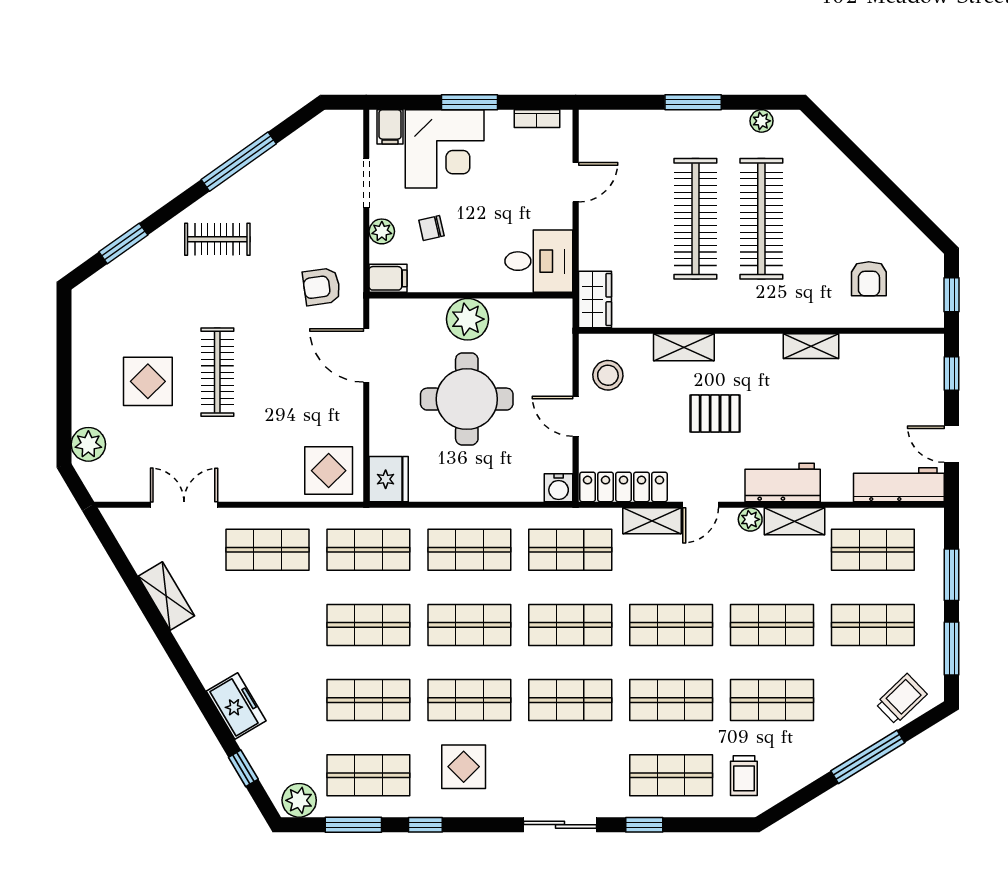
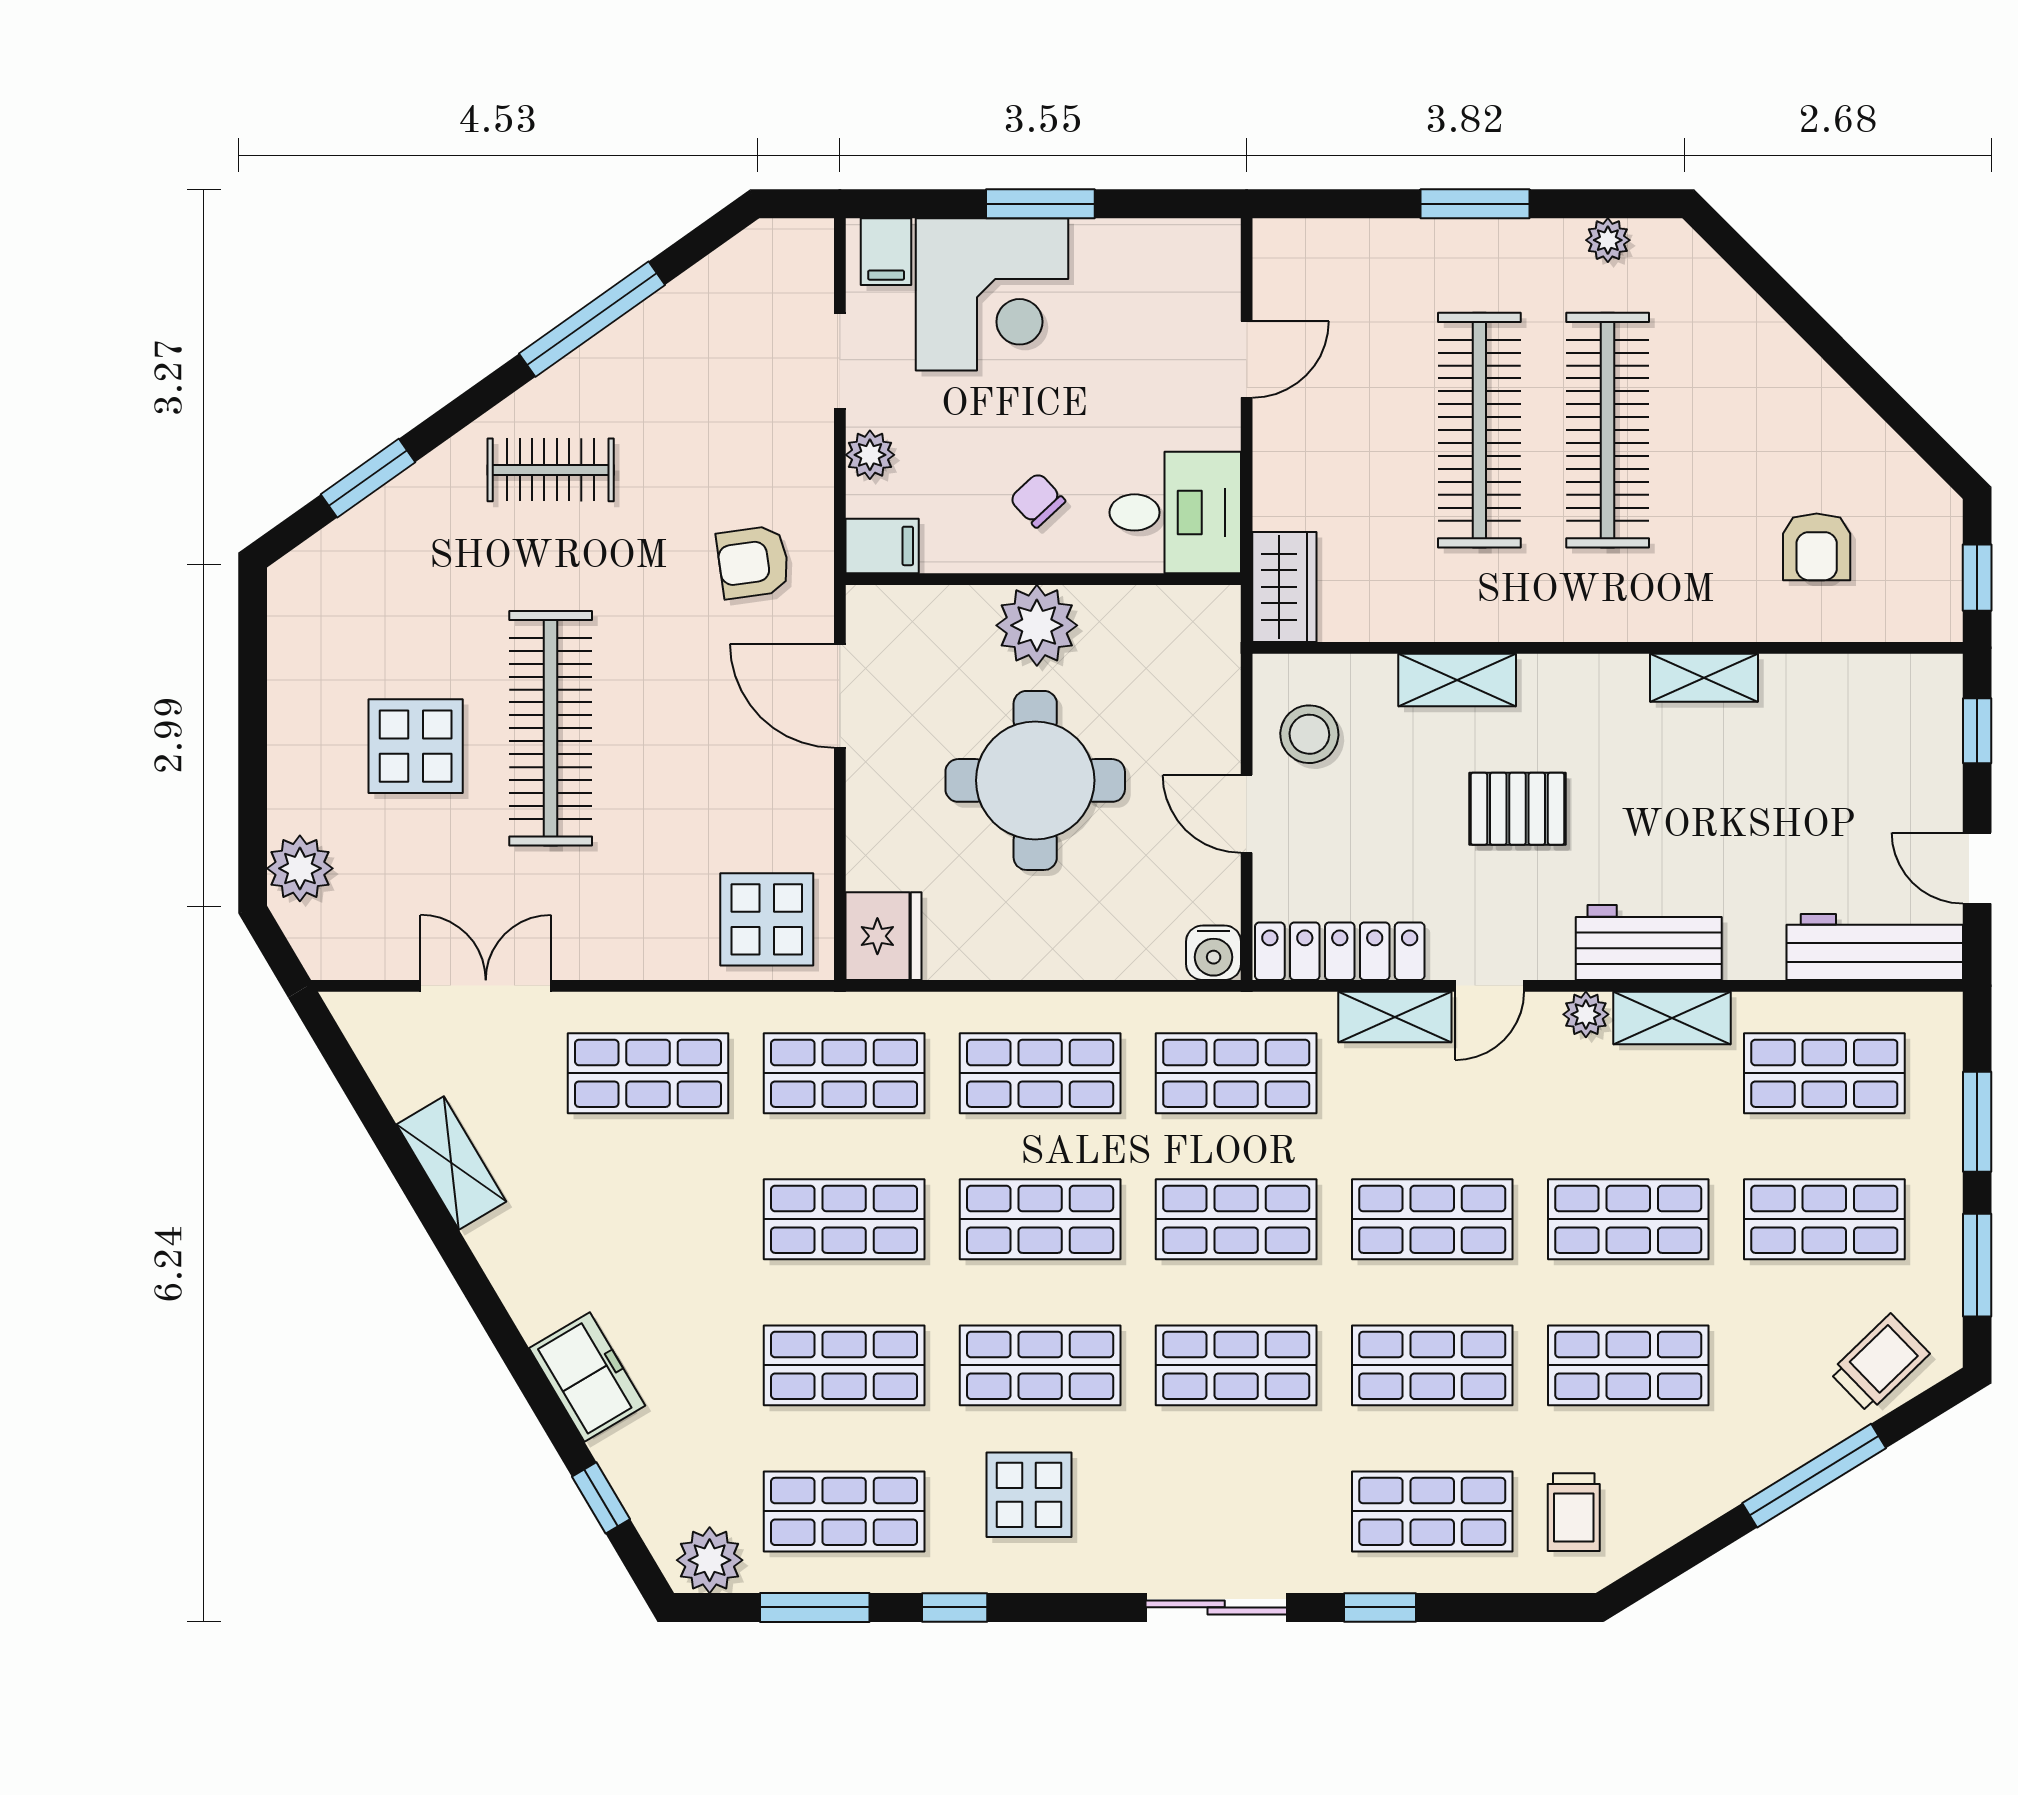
bookcase: (537, 119) -> (1172, 236), removed
chair: (431, 228) -> (1037, 500), moved, turned 60
clothes rail: (217, 372) -> (551, 728), width x1.37, depth x1.31

